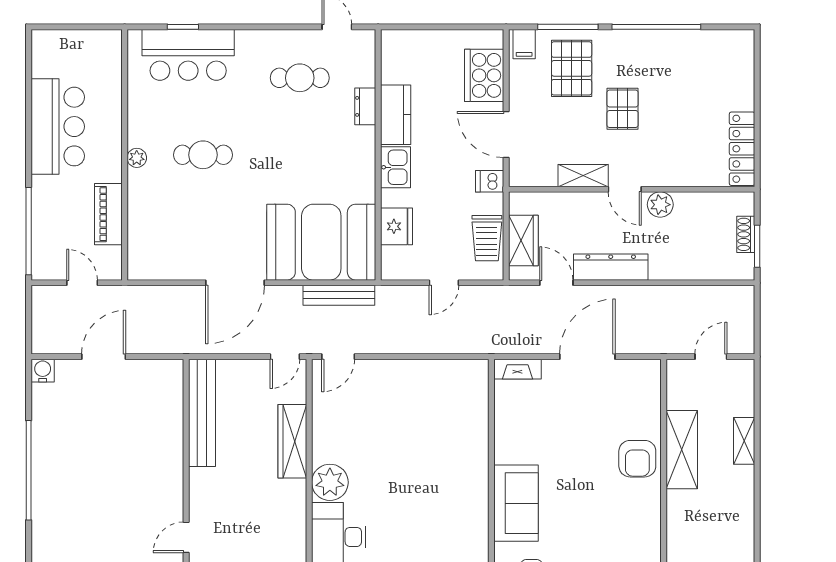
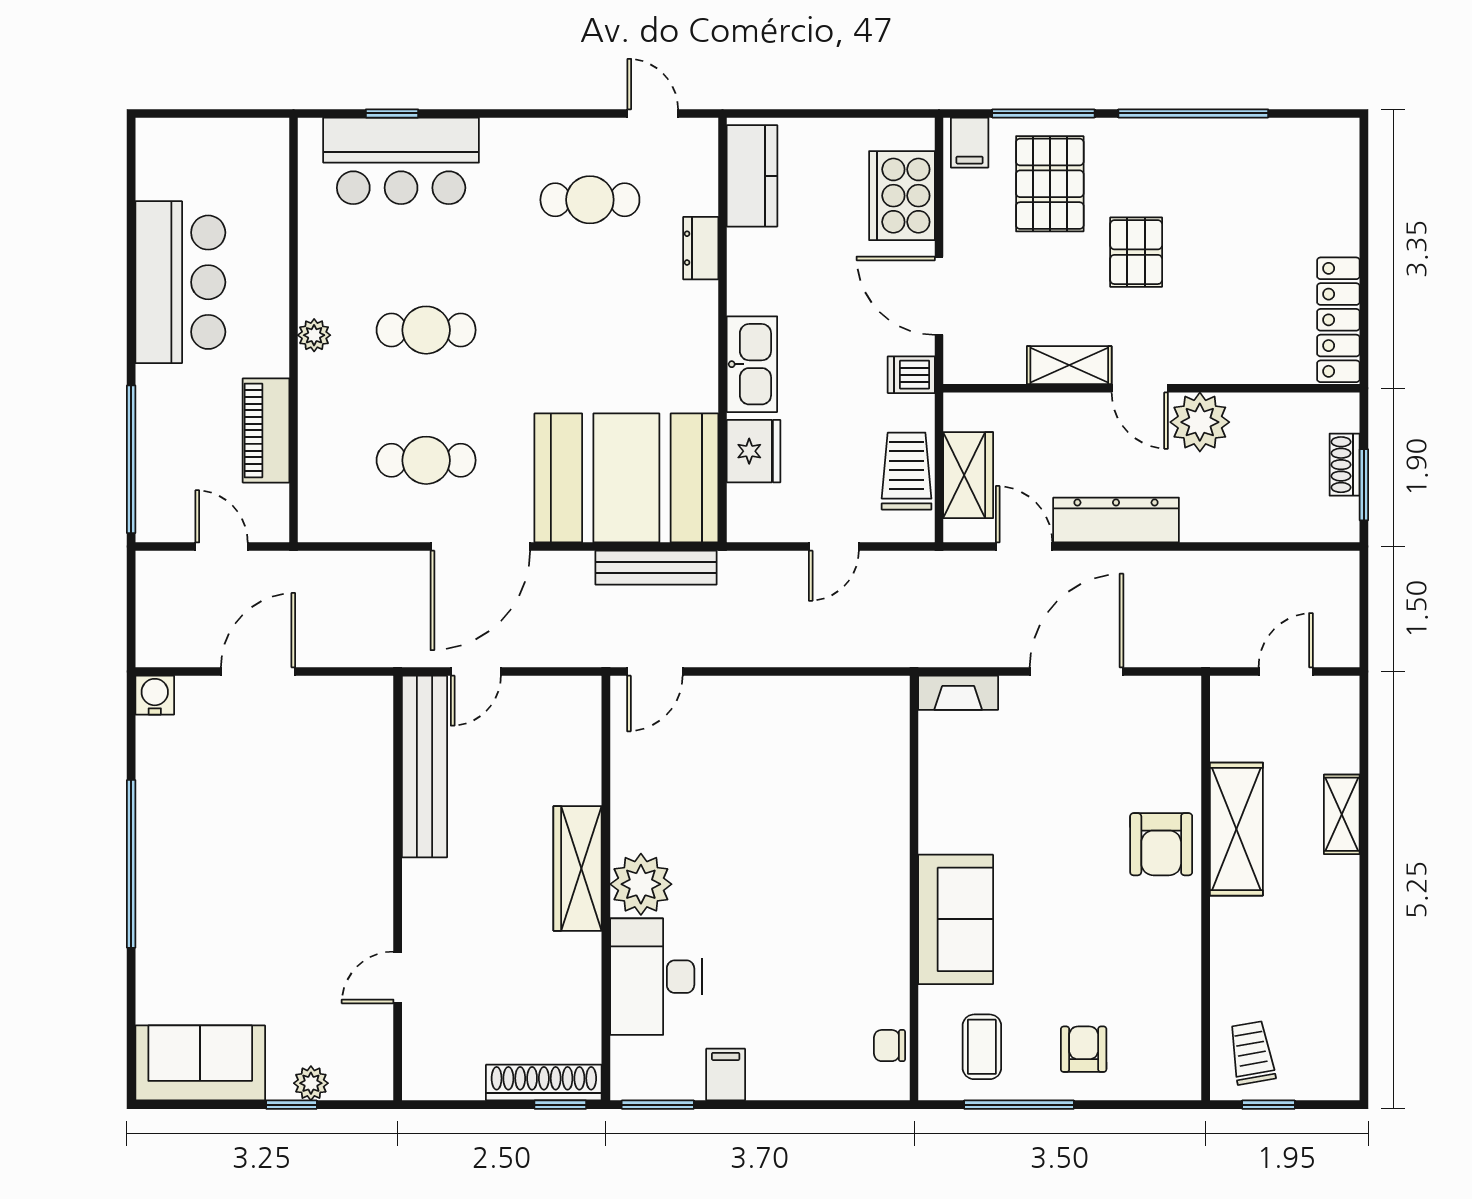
kitchen counter: (396, 115) -> (752, 176), moved
kitchen sink: (396, 167) -> (752, 364), width x1.38
plant: (660, 205) -> (1200, 422), width x1.36, depth x1.36
cafe table: (203, 232) -> (426, 460), added
trolley: (487, 238) -> (907, 471), turned 180
door: (285, 357) -> (476, 672), moved
wardrobe: (292, 441) -> (578, 868), moved

